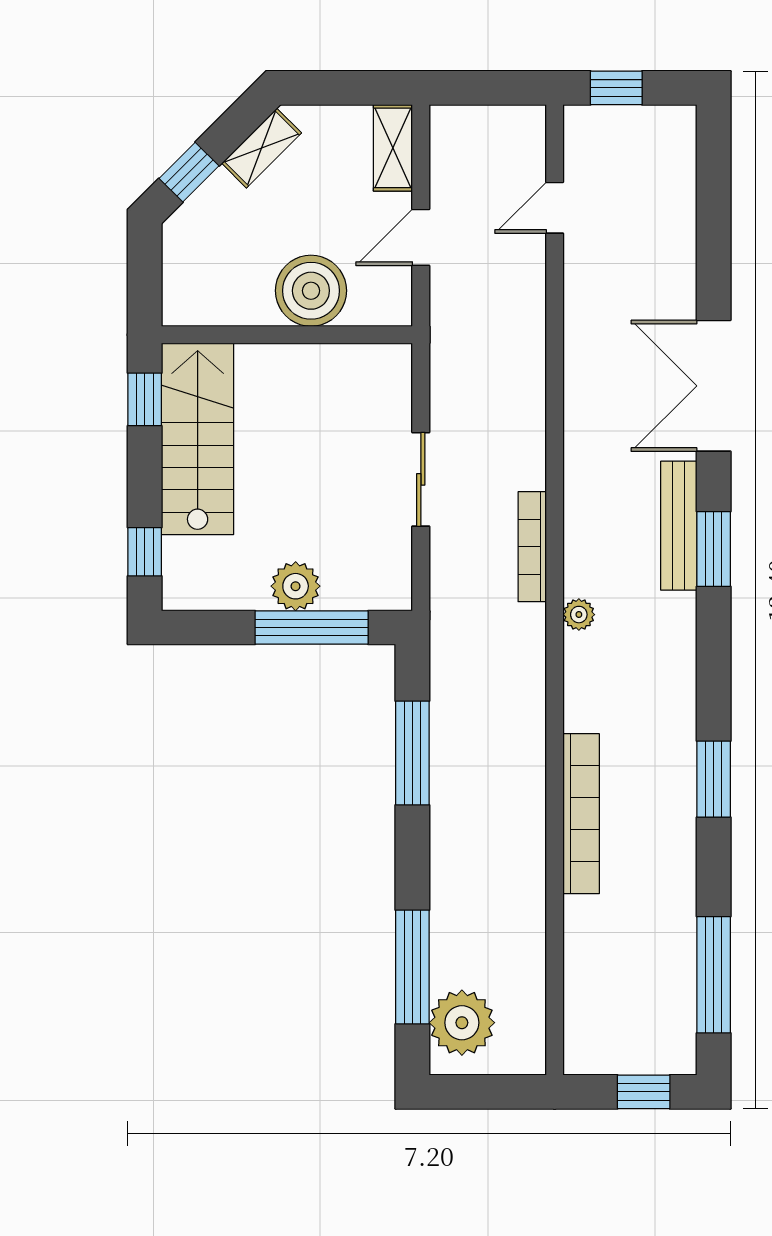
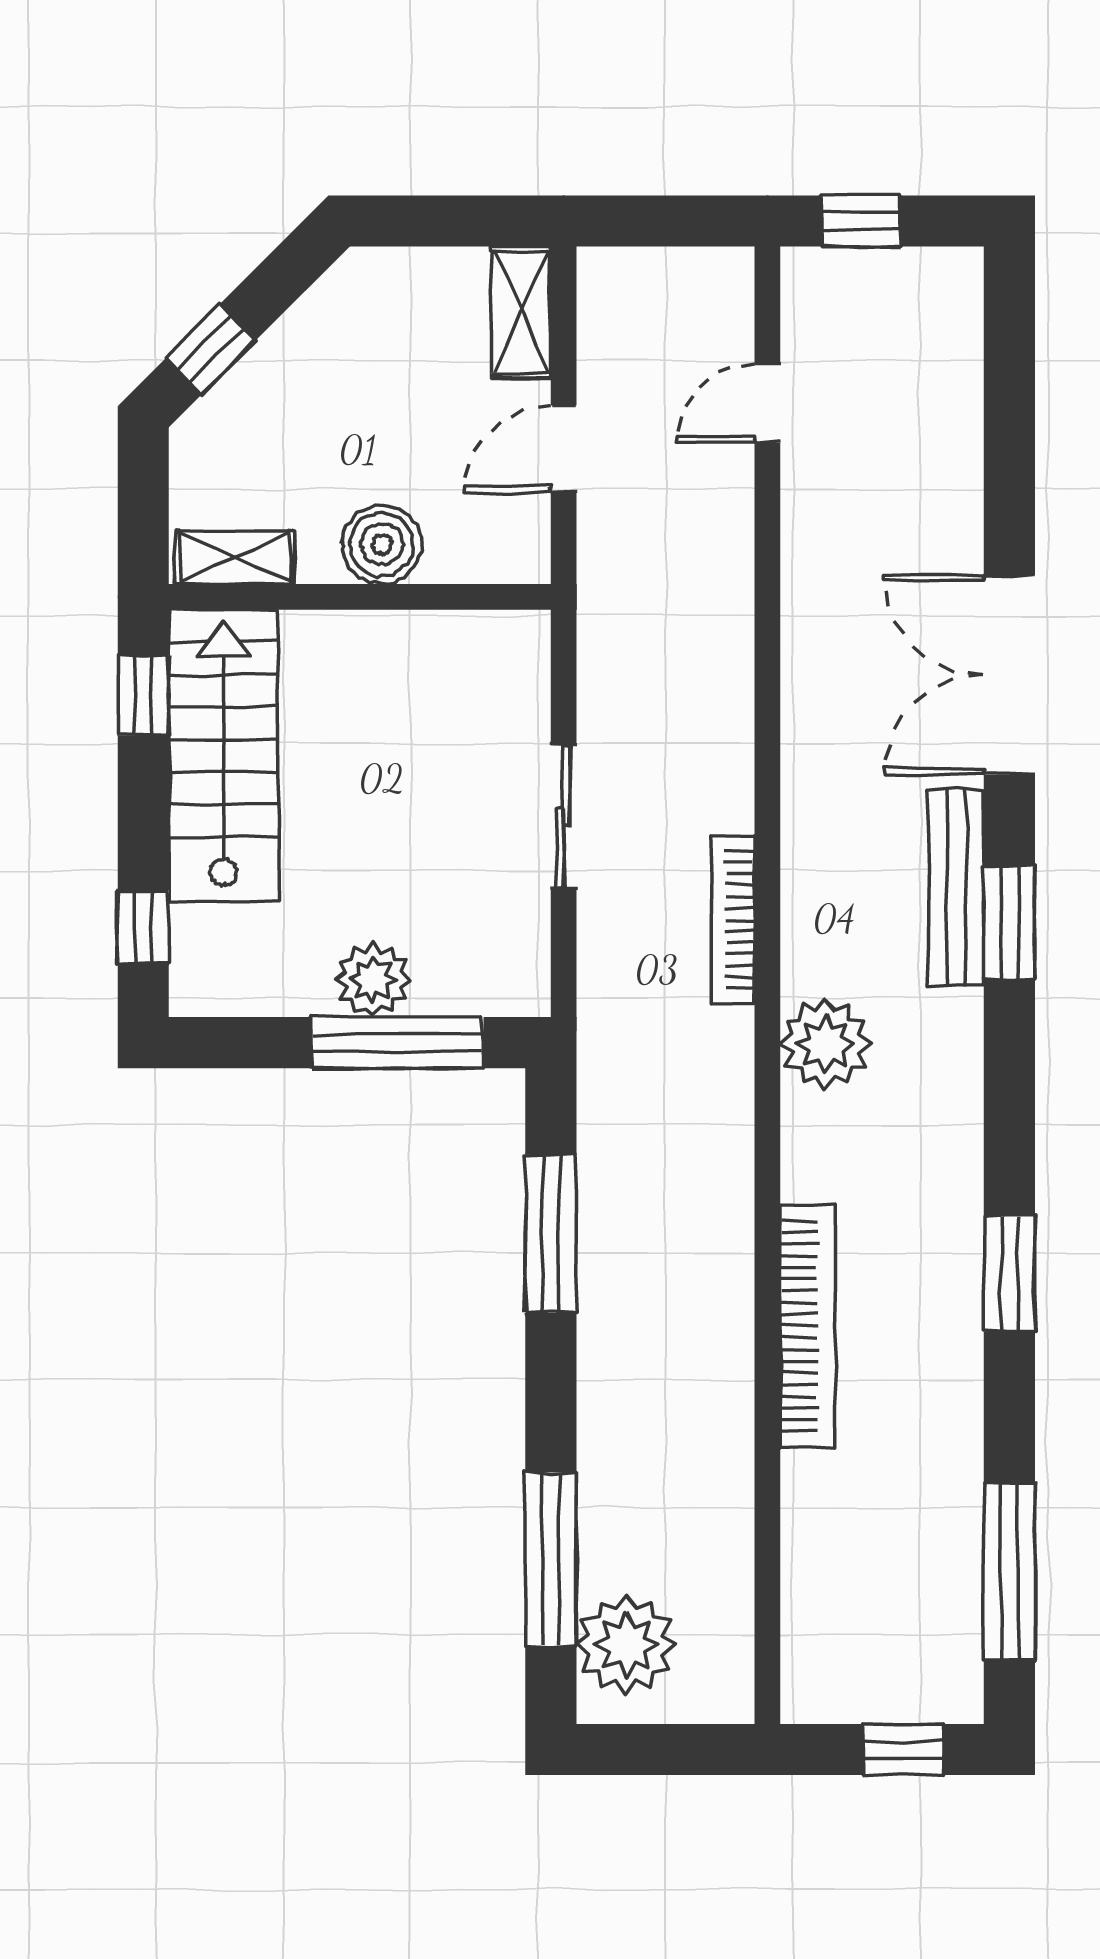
shelving: (262, 148) -> (235, 557), moved, turned 45
boiler: (311, 291) -> (382, 544), width x0.73, depth x0.73
plant: (579, 615) -> (825, 1044), width x1.88, depth x1.88

